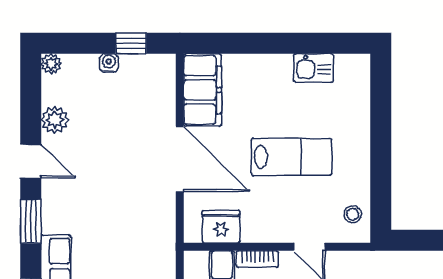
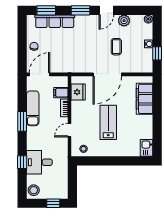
kitchen sink: (314, 68) -> (146, 148), moved
filing cabinet: (202, 90) -> (145, 99), moved, turned 90
coffee table: (115, 138) -> (116, 47), added
lab bench: (291, 157) -> (108, 122), turned 180

